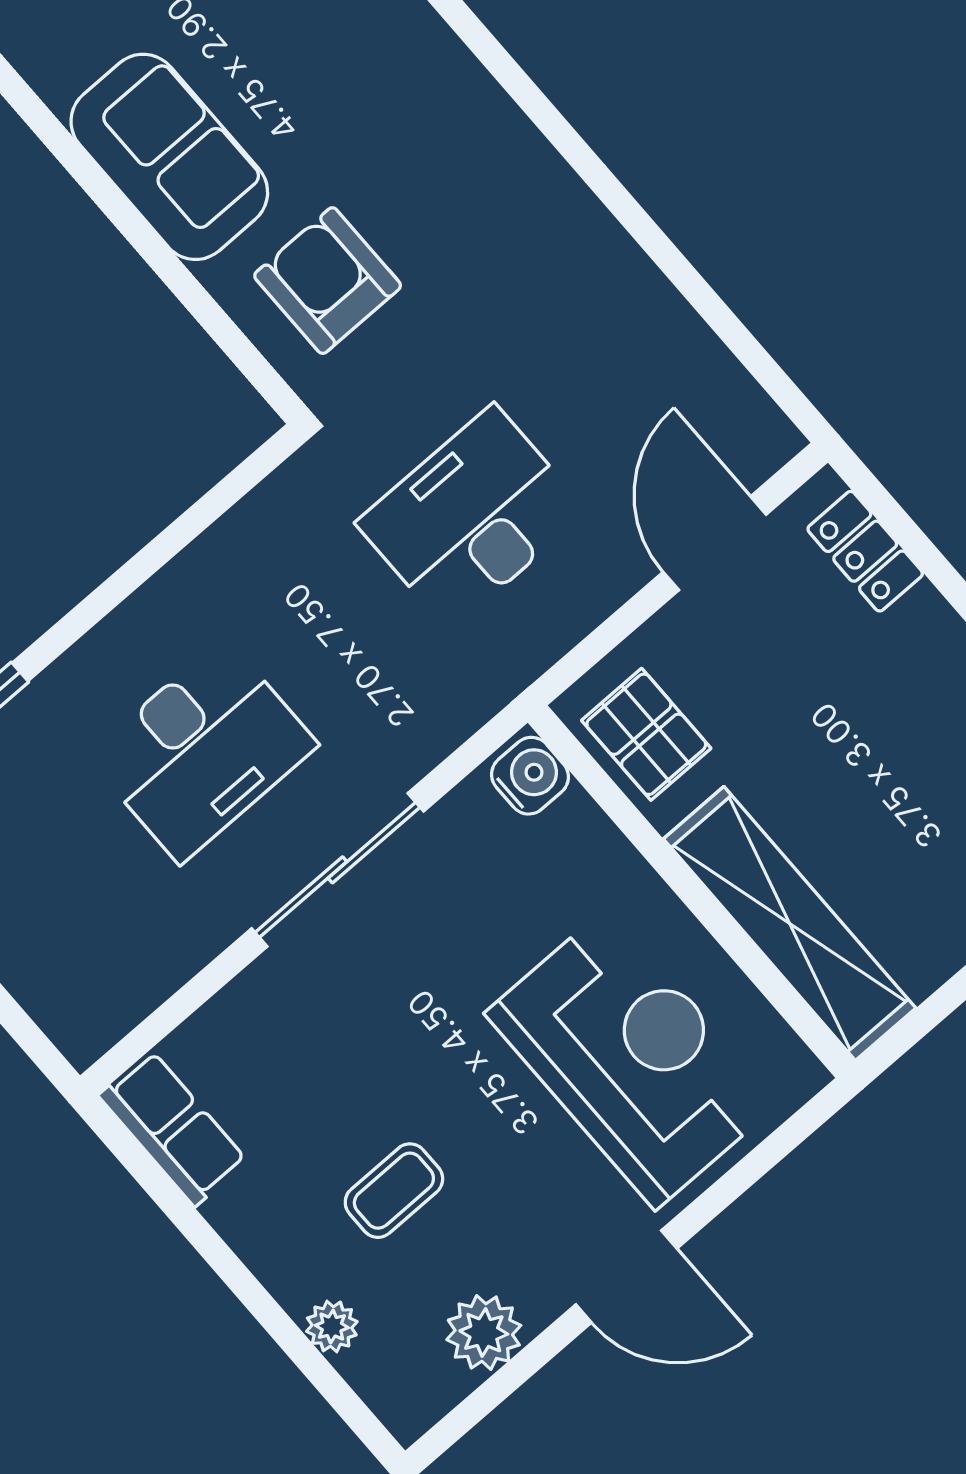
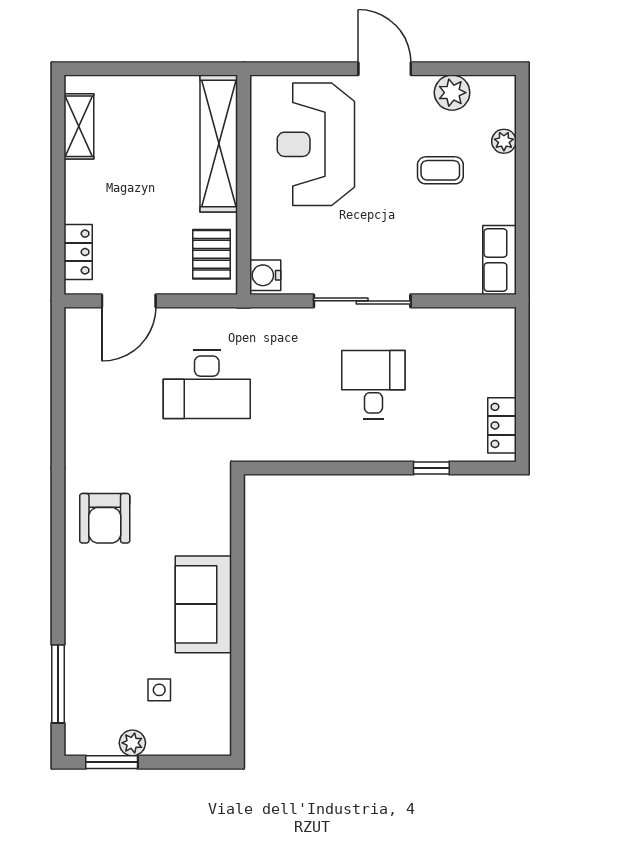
armchair: (328, 281) -> (105, 518), moved
desk: (202, 751) -> (373, 384), width x0.73

